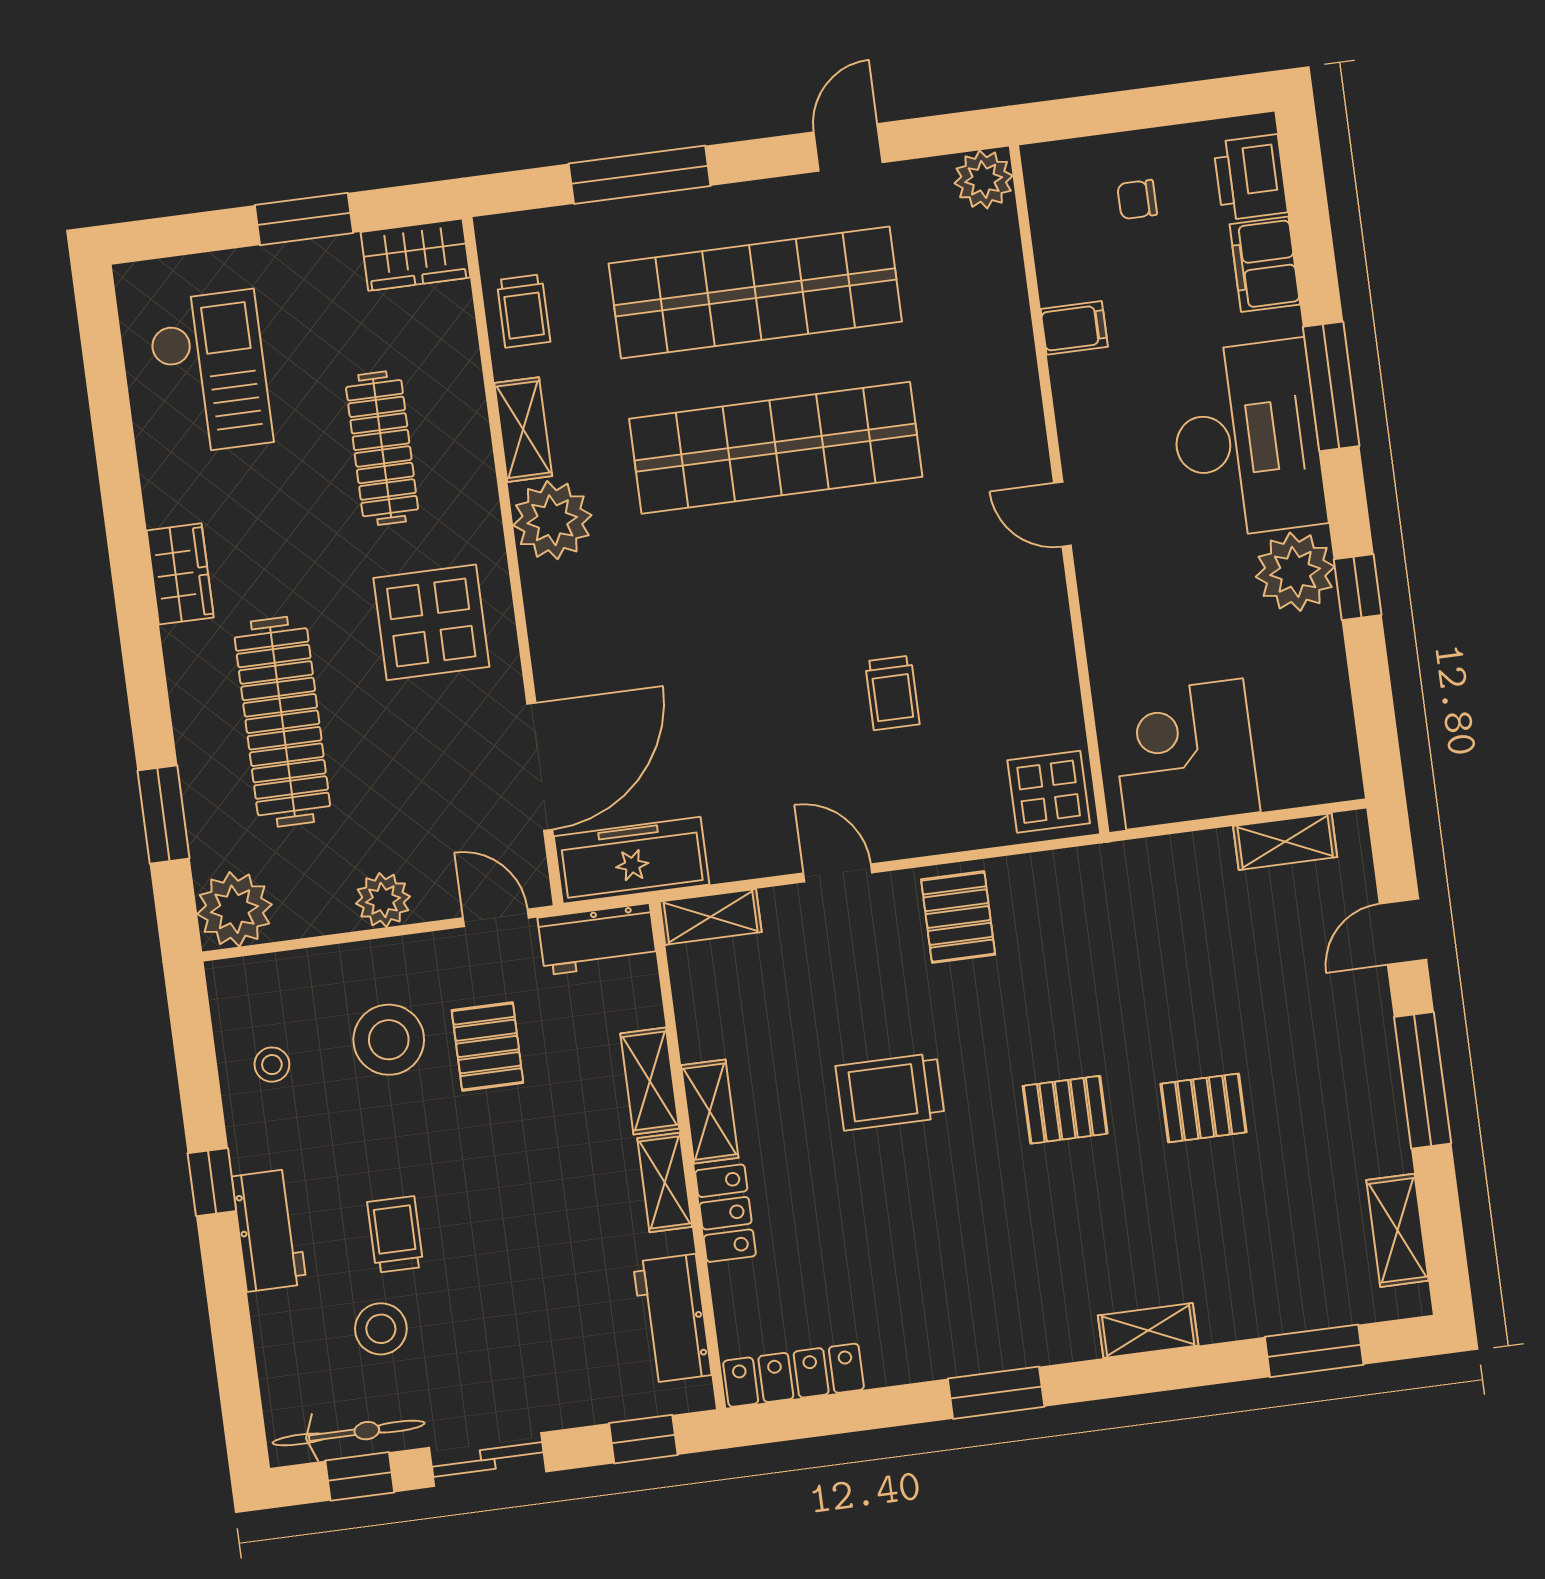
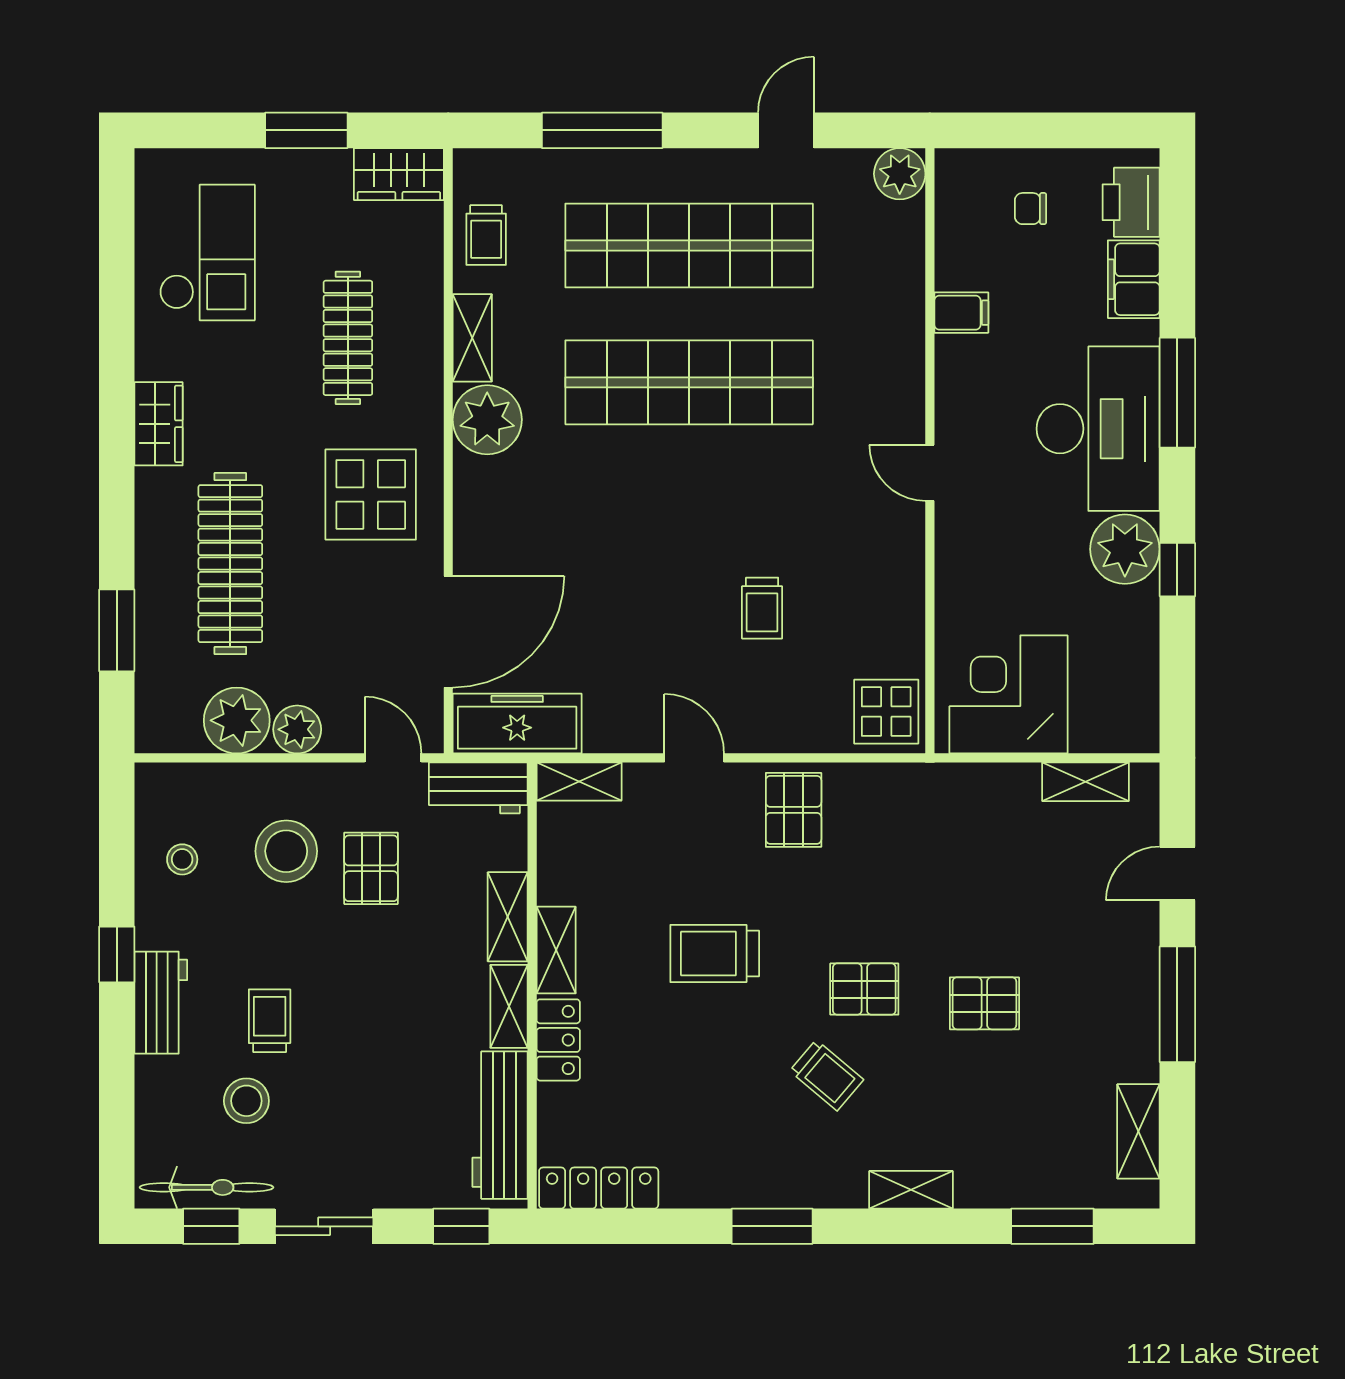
plant: (234, 909) -> (237, 720), moved
trolley: (1035, 1213) -> (827, 1075), added
workbench: (672, 1319) -> (500, 1125), width x1.38

